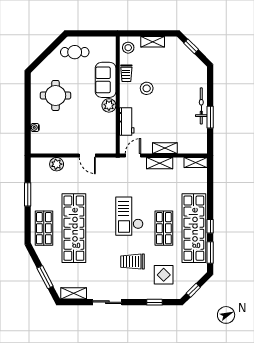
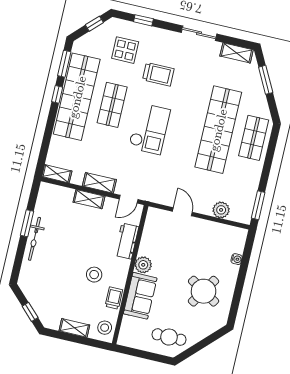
round table: (56, 95) -> (204, 291), turned 32
window: (28, 194) -> (258, 205), moved

